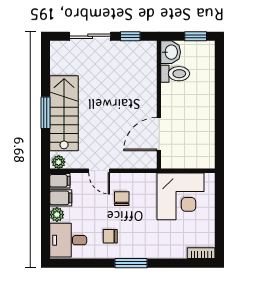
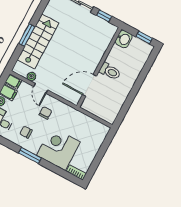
toilet: (175, 74) -> (110, 71), moved
plant: (59, 162) -> (31, 76), moved
corner desk: (181, 196) -> (58, 149), moved, turned 180

